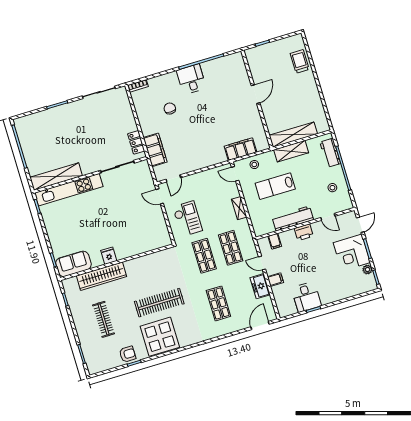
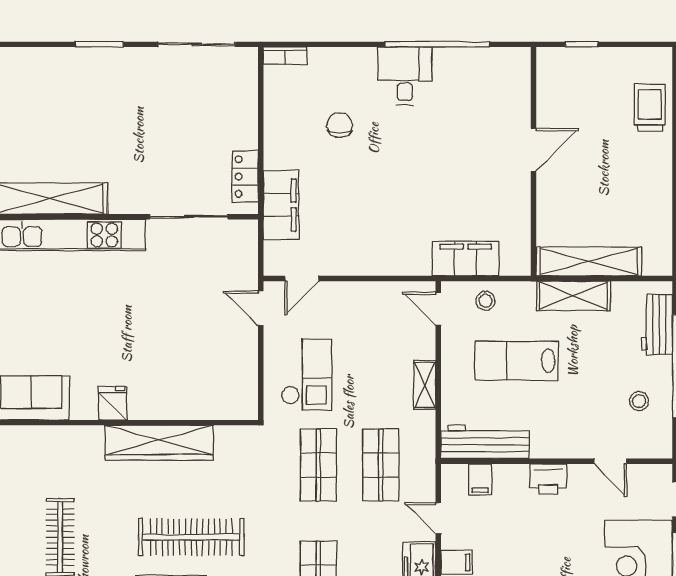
workbench: (293, 218) -> (485, 442), moved
wardrobe: (101, 276) -> (159, 443), moved

